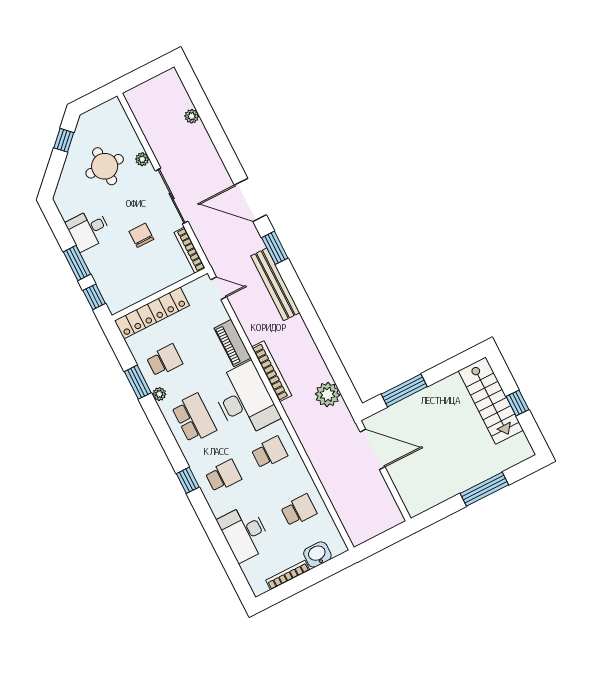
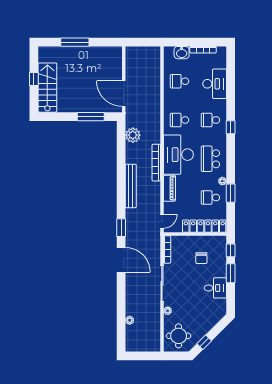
round table: (105, 166) -> (179, 336), moved
chair: (141, 235) -> (201, 258), moved
bench: (275, 284) -> (131, 186), moved
door: (219, 288) -> (162, 221), swing flipped

